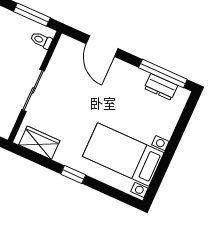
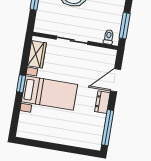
dresser: (161, 87) -> (102, 102), moved
bed with nightstands: (123, 154) -> (49, 93), moved, turned 90

